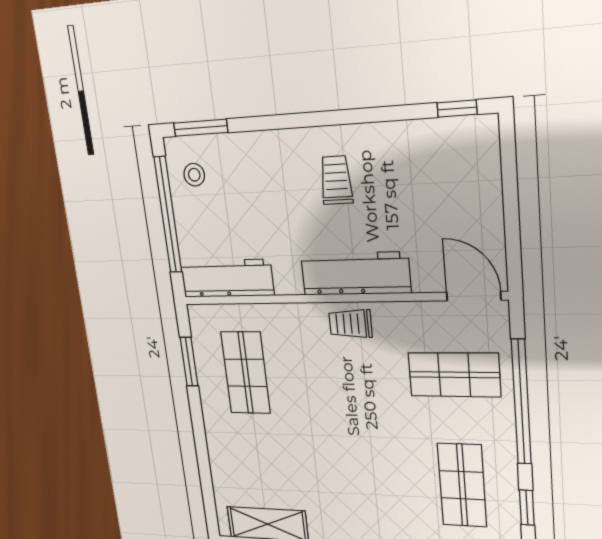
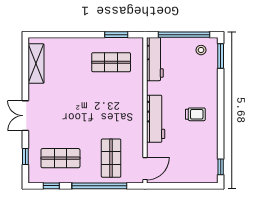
trolley: (350, 324) -> (134, 114), removed

